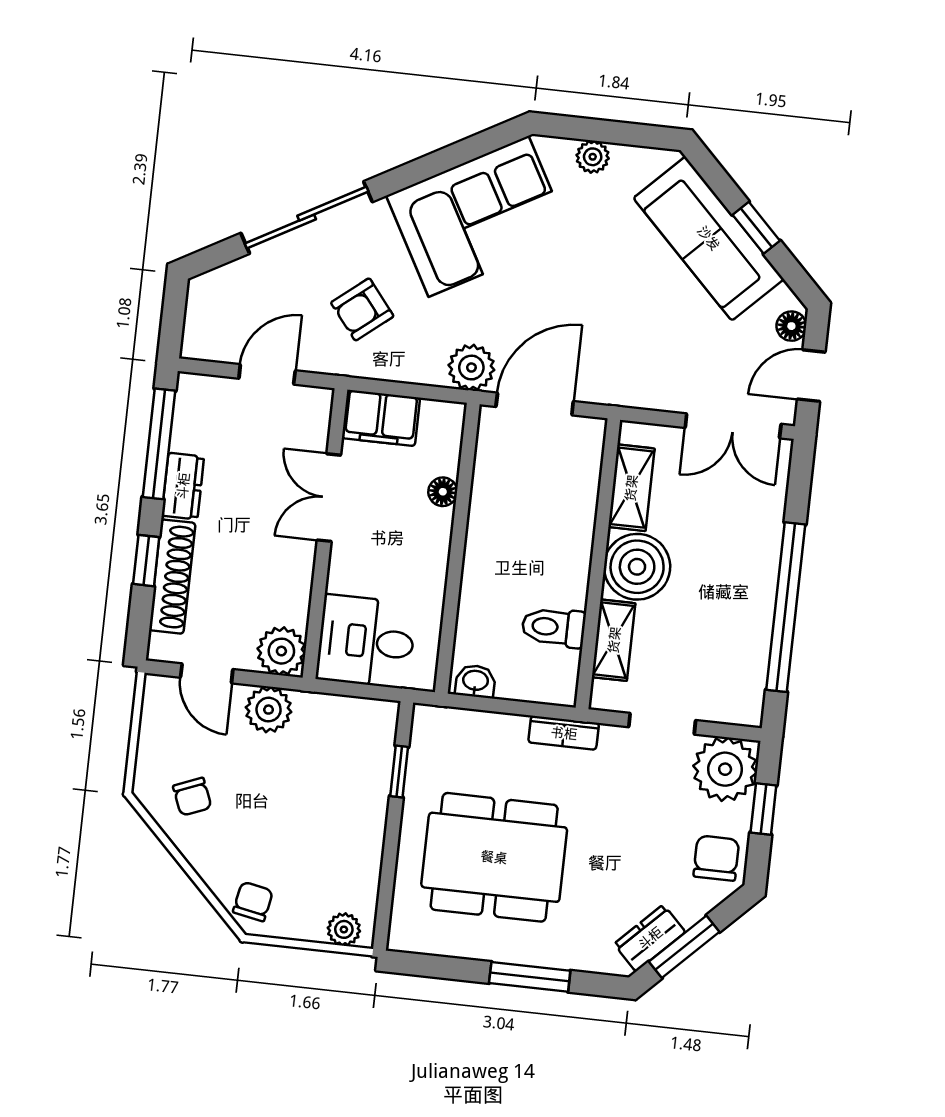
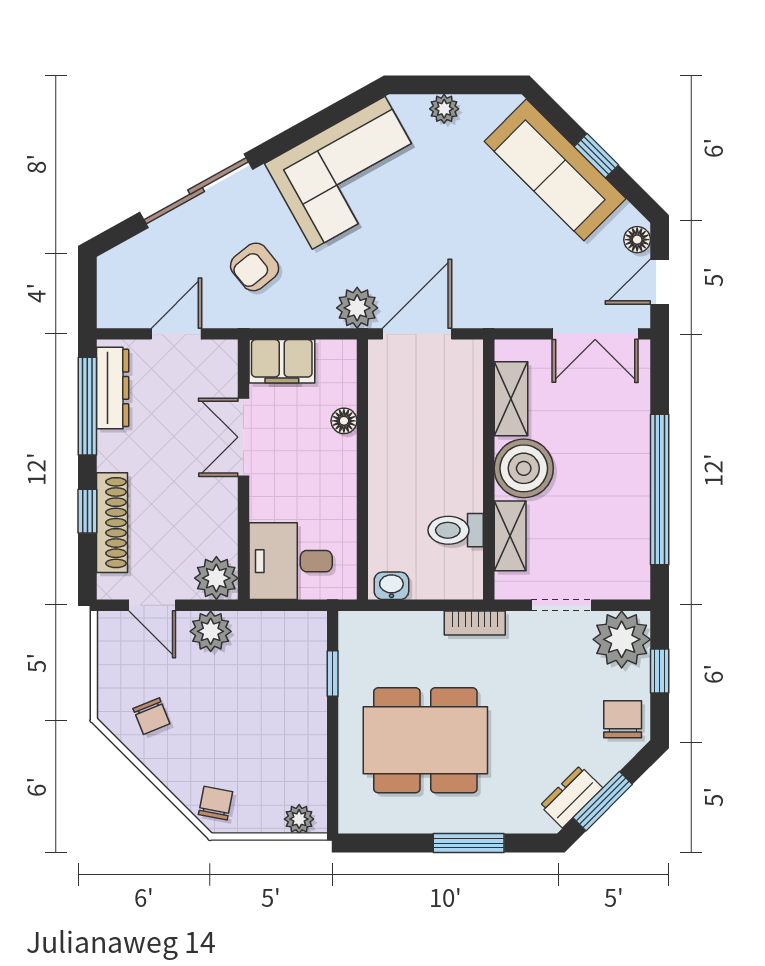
dresser: (183, 486) -> (113, 388), moved, width x1.44

